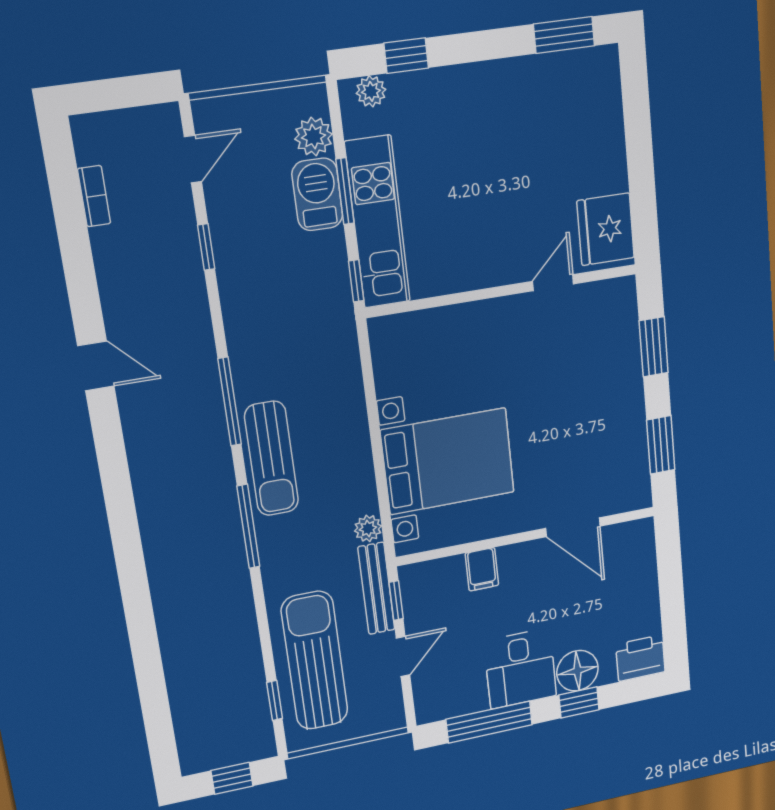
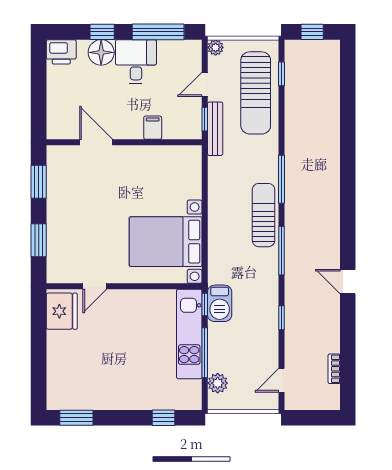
plant: (371, 91) -> (184, 402), removed
window: (345, 191) -> (205, 353), width x1.44
barbecue: (317, 194) -> (220, 303), moved
window: (206, 247) -> (282, 318), moved
bed with nightstands: (448, 461) -> (166, 242), moved
plant: (368, 528) -> (216, 47), moved

